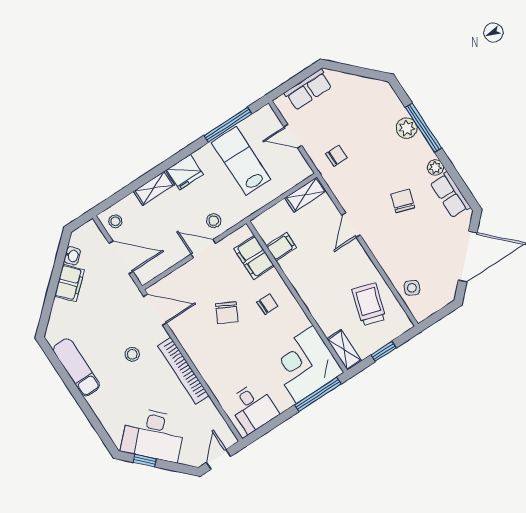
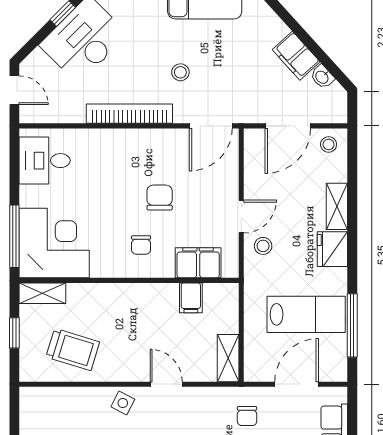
door: (293, 136) -> (297, 384), width x1.38
side table: (412, 288) -> (123, 403), moved
chair: (227, 313) -> (160, 198), turned 63

